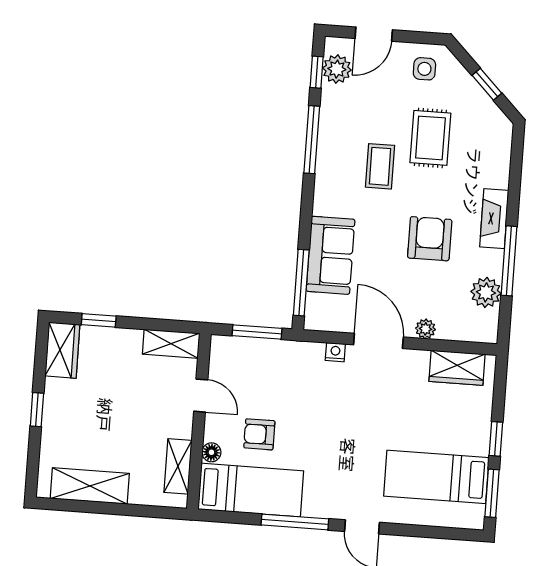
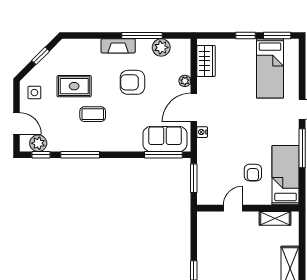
sofa: (331, 255) -> (165, 139), moved
shelving: (171, 344) -> (204, 227), removed
floor lamp: (211, 452) -> (265, 200), removed

